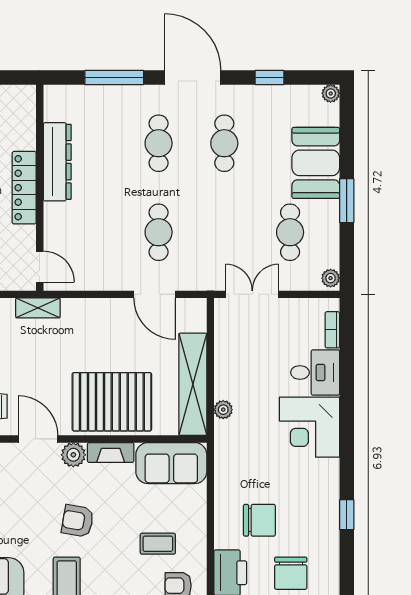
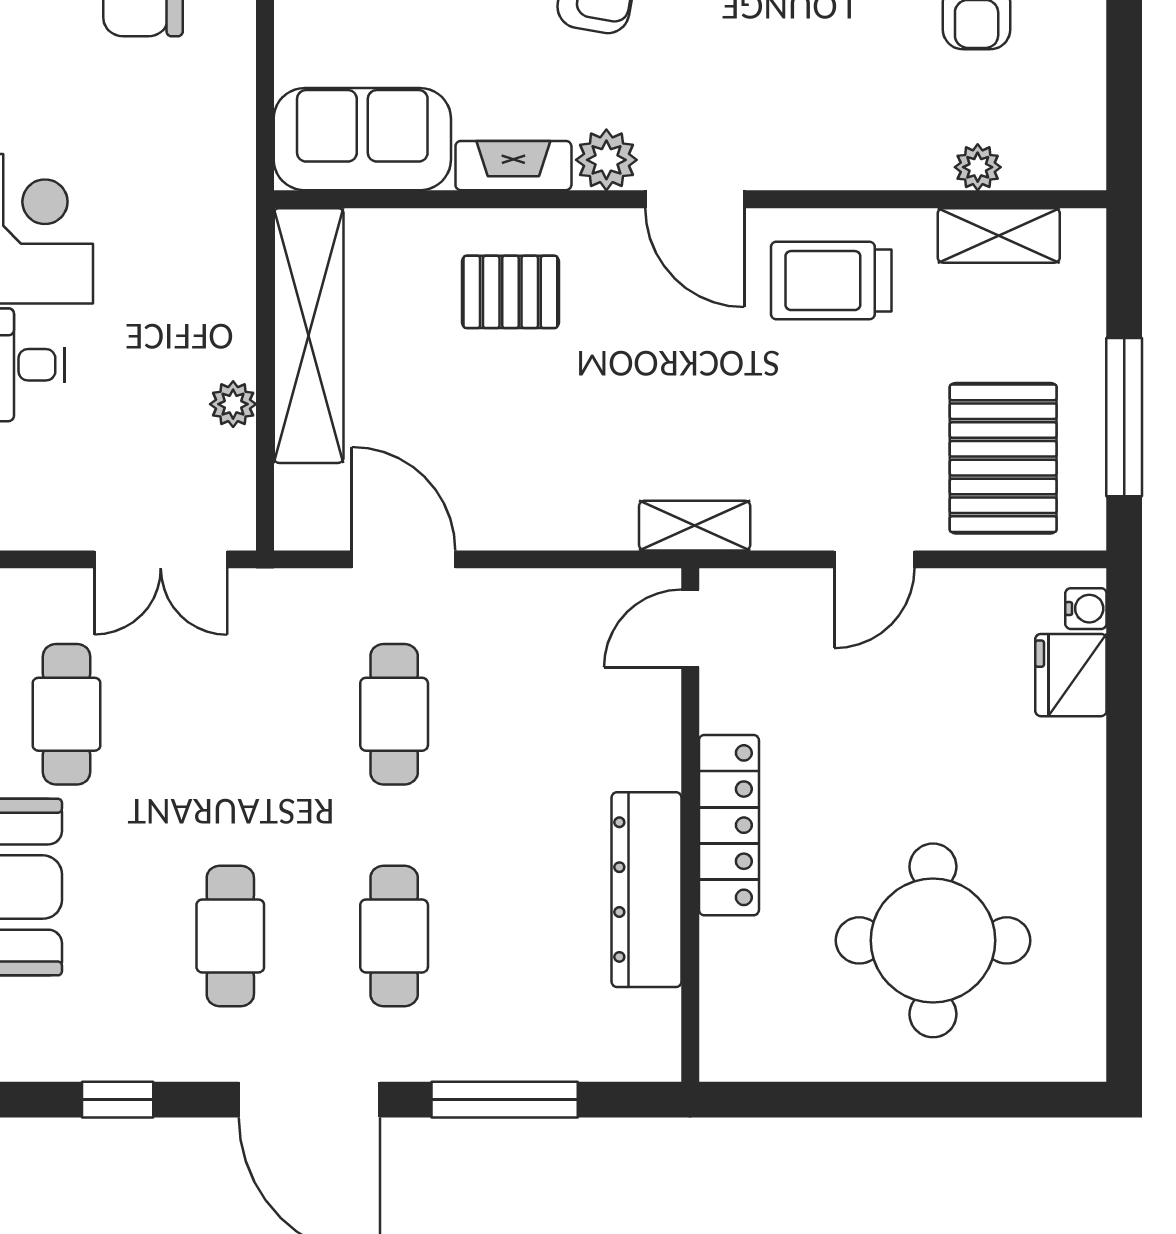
door: (40, 267) -> (690, 628), hinge flipped
pallet: (112, 402) -> (510, 292), width x0.49, depth x0.50
plant: (223, 410) -> (233, 404), moved

